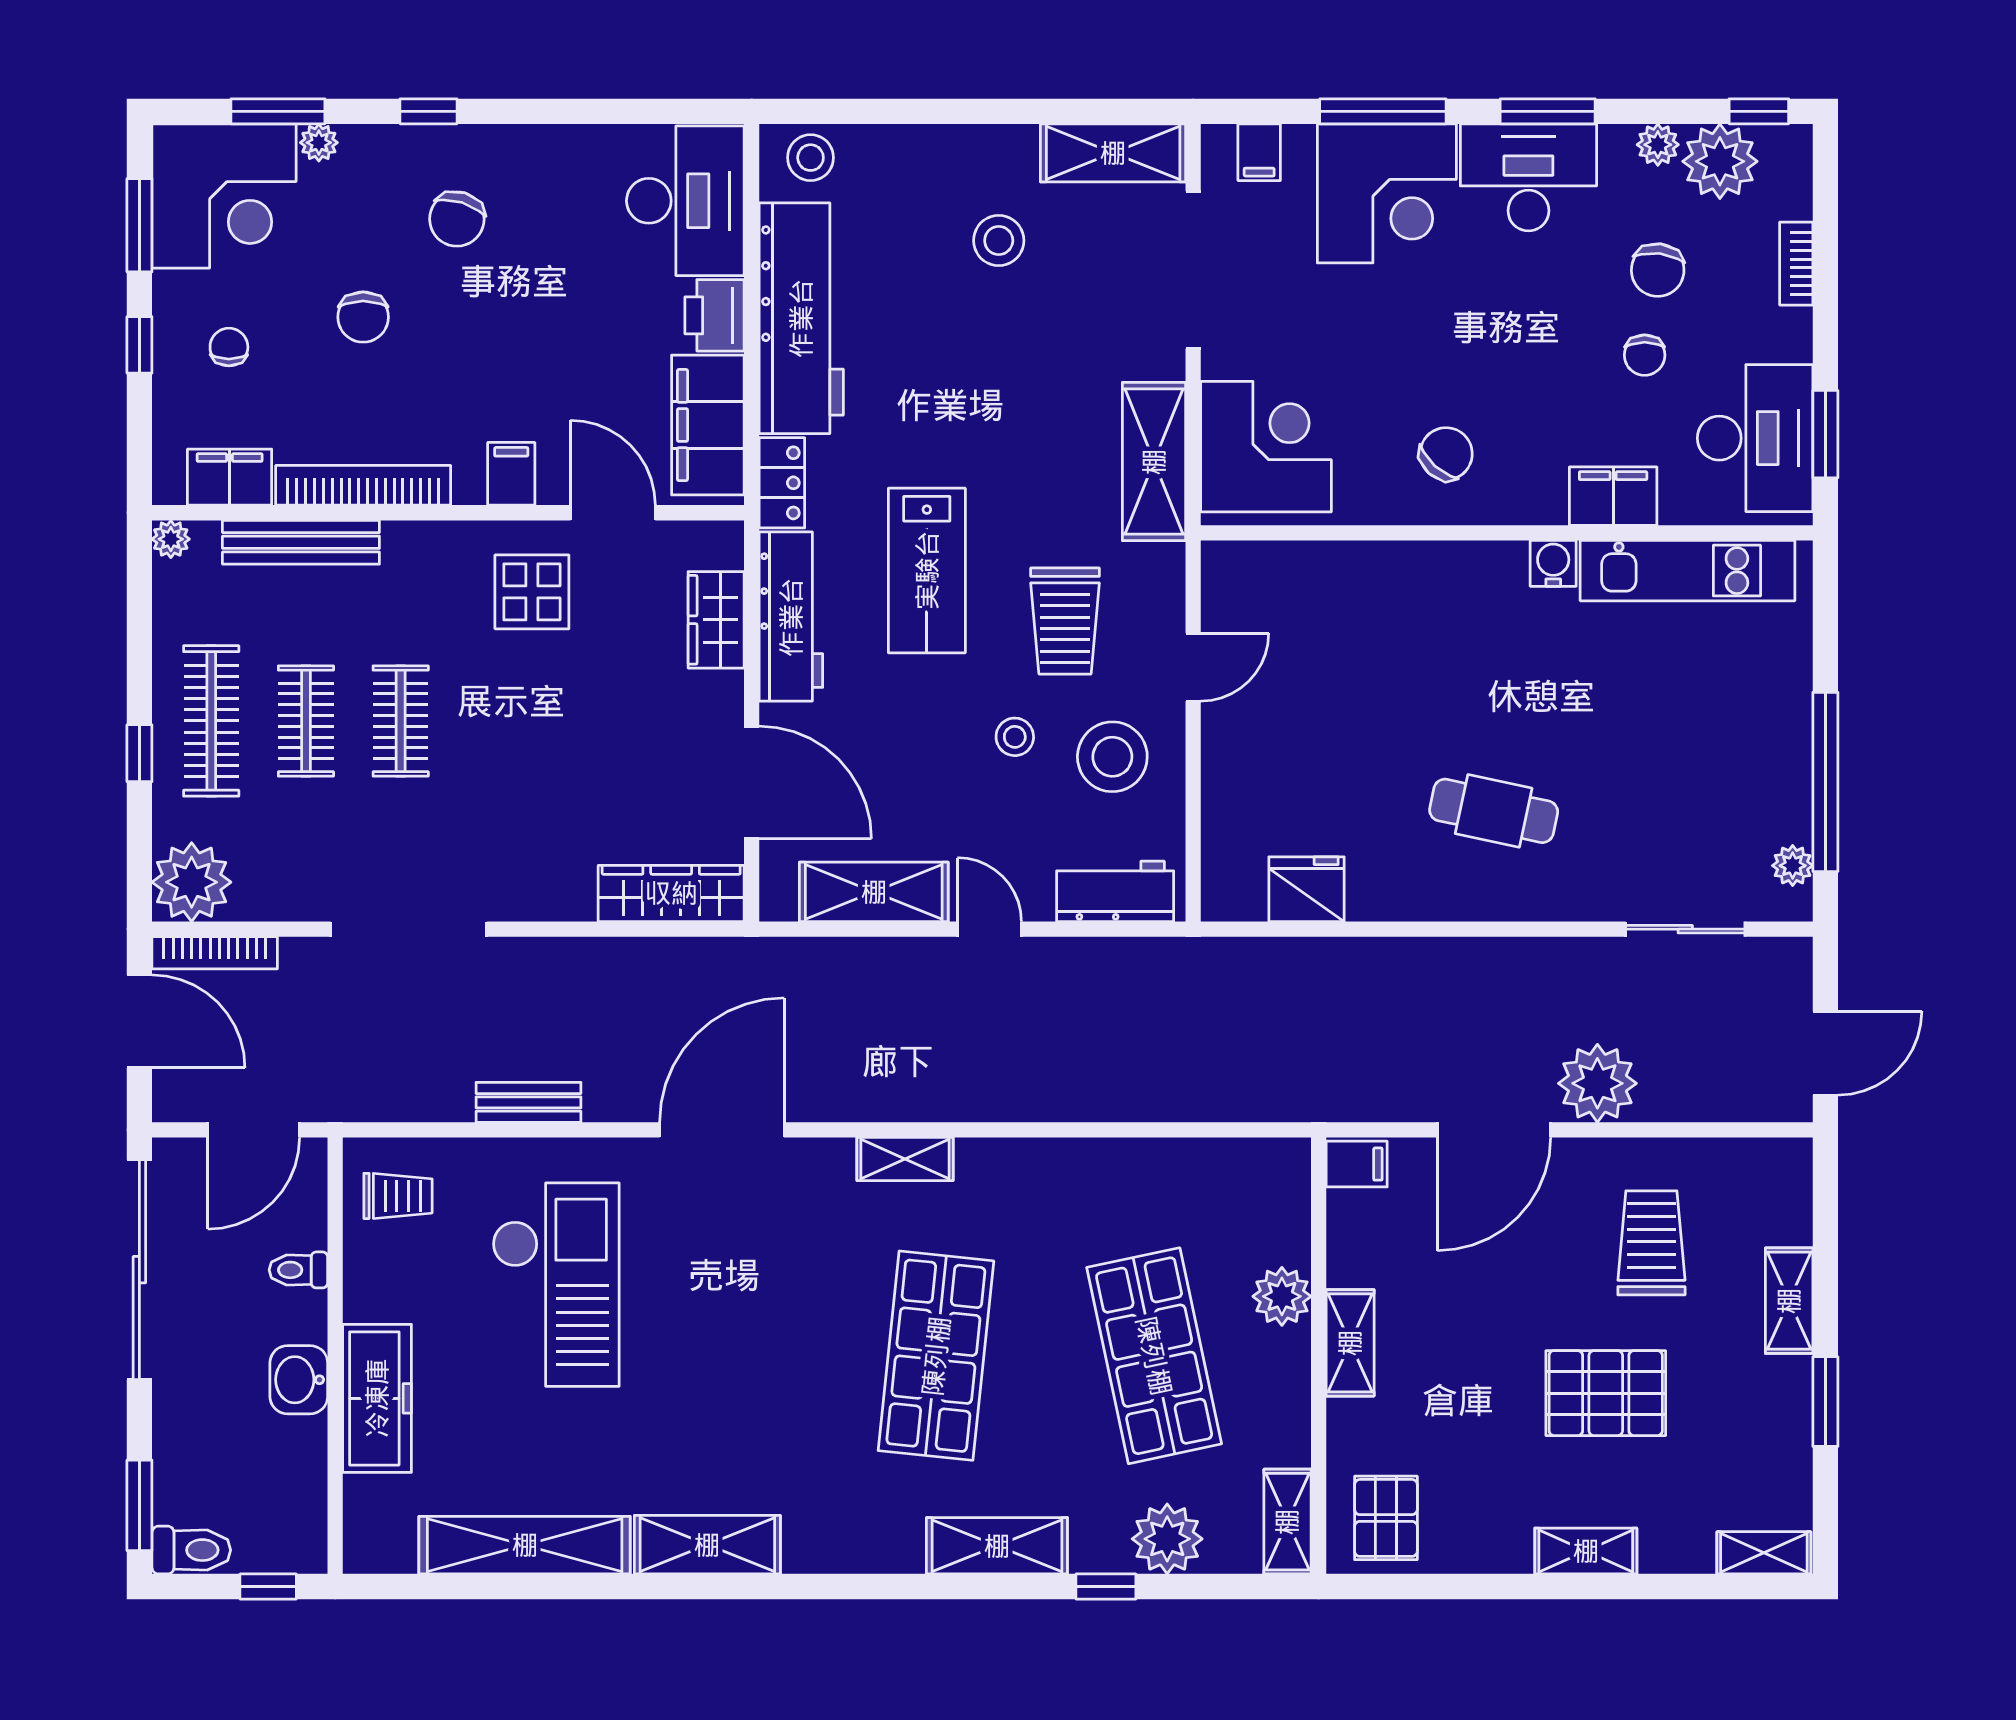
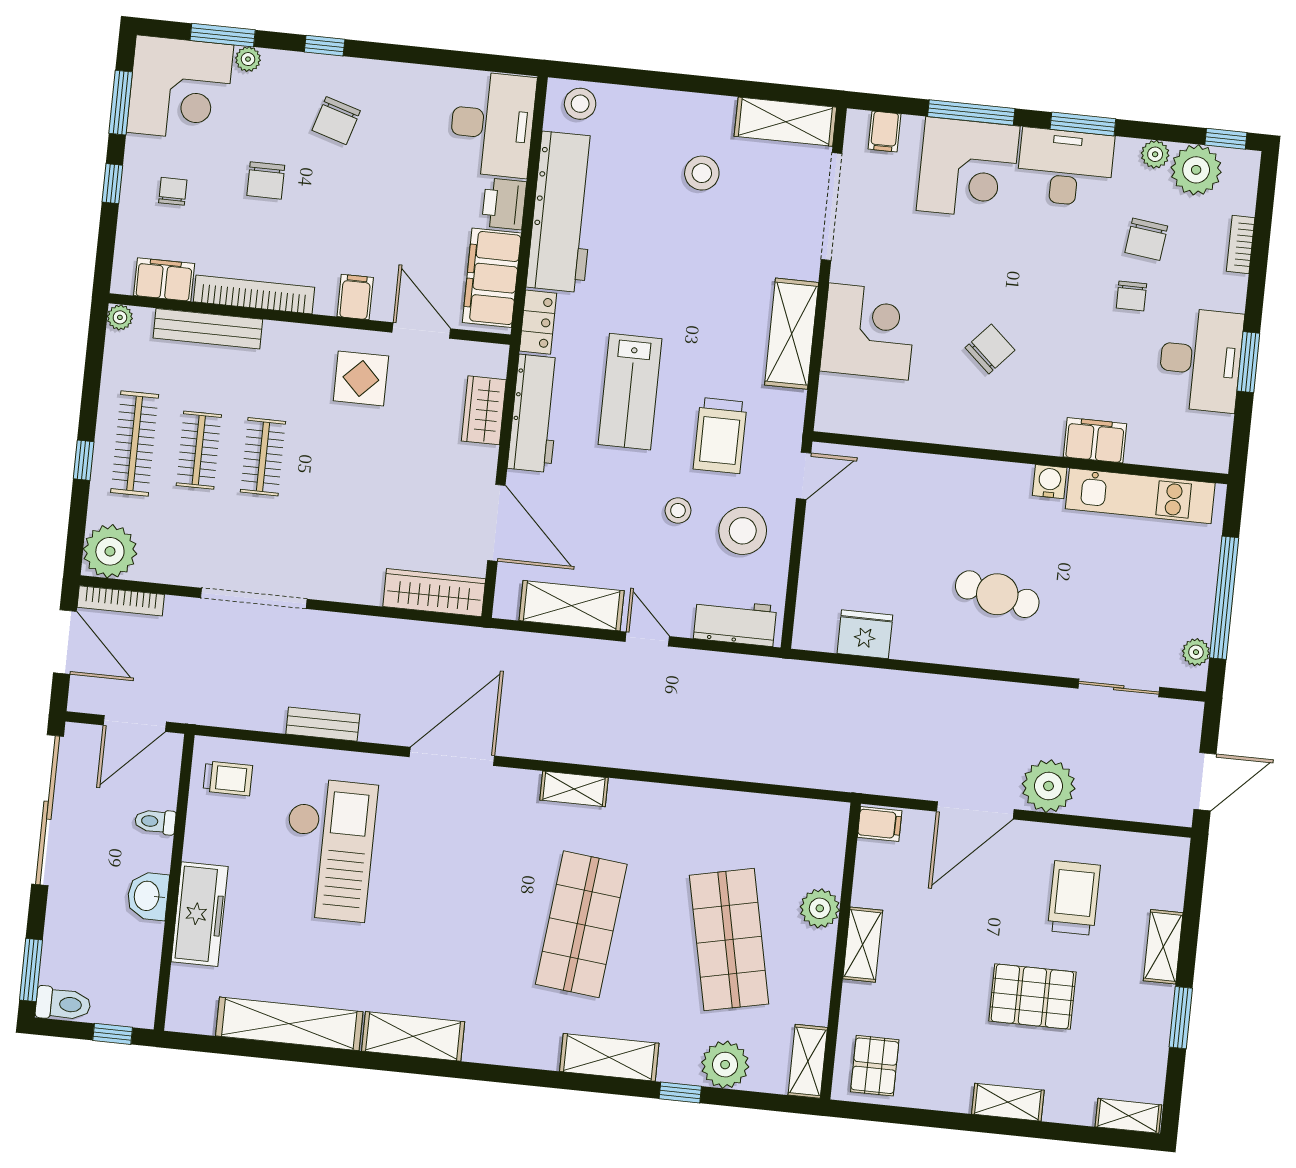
filing cabinet: (1613, 496) -> (1095, 440), moved
wall: (1507, 533) -> (1020, 458), moved
water cooler: (1553, 563) -> (1050, 482), moved
kitchen unit: (1688, 571) -> (1140, 496), moved

